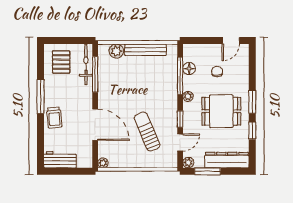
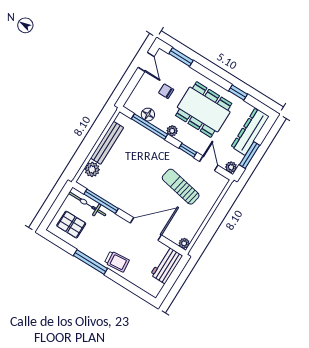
window: (252, 102) -> (181, 57), moved
dining table: (221, 111) -> (204, 109), width x1.37
sun lounger: (147, 131) -> (181, 187), turned 34
workbench: (60, 160) -> (166, 265), moved

